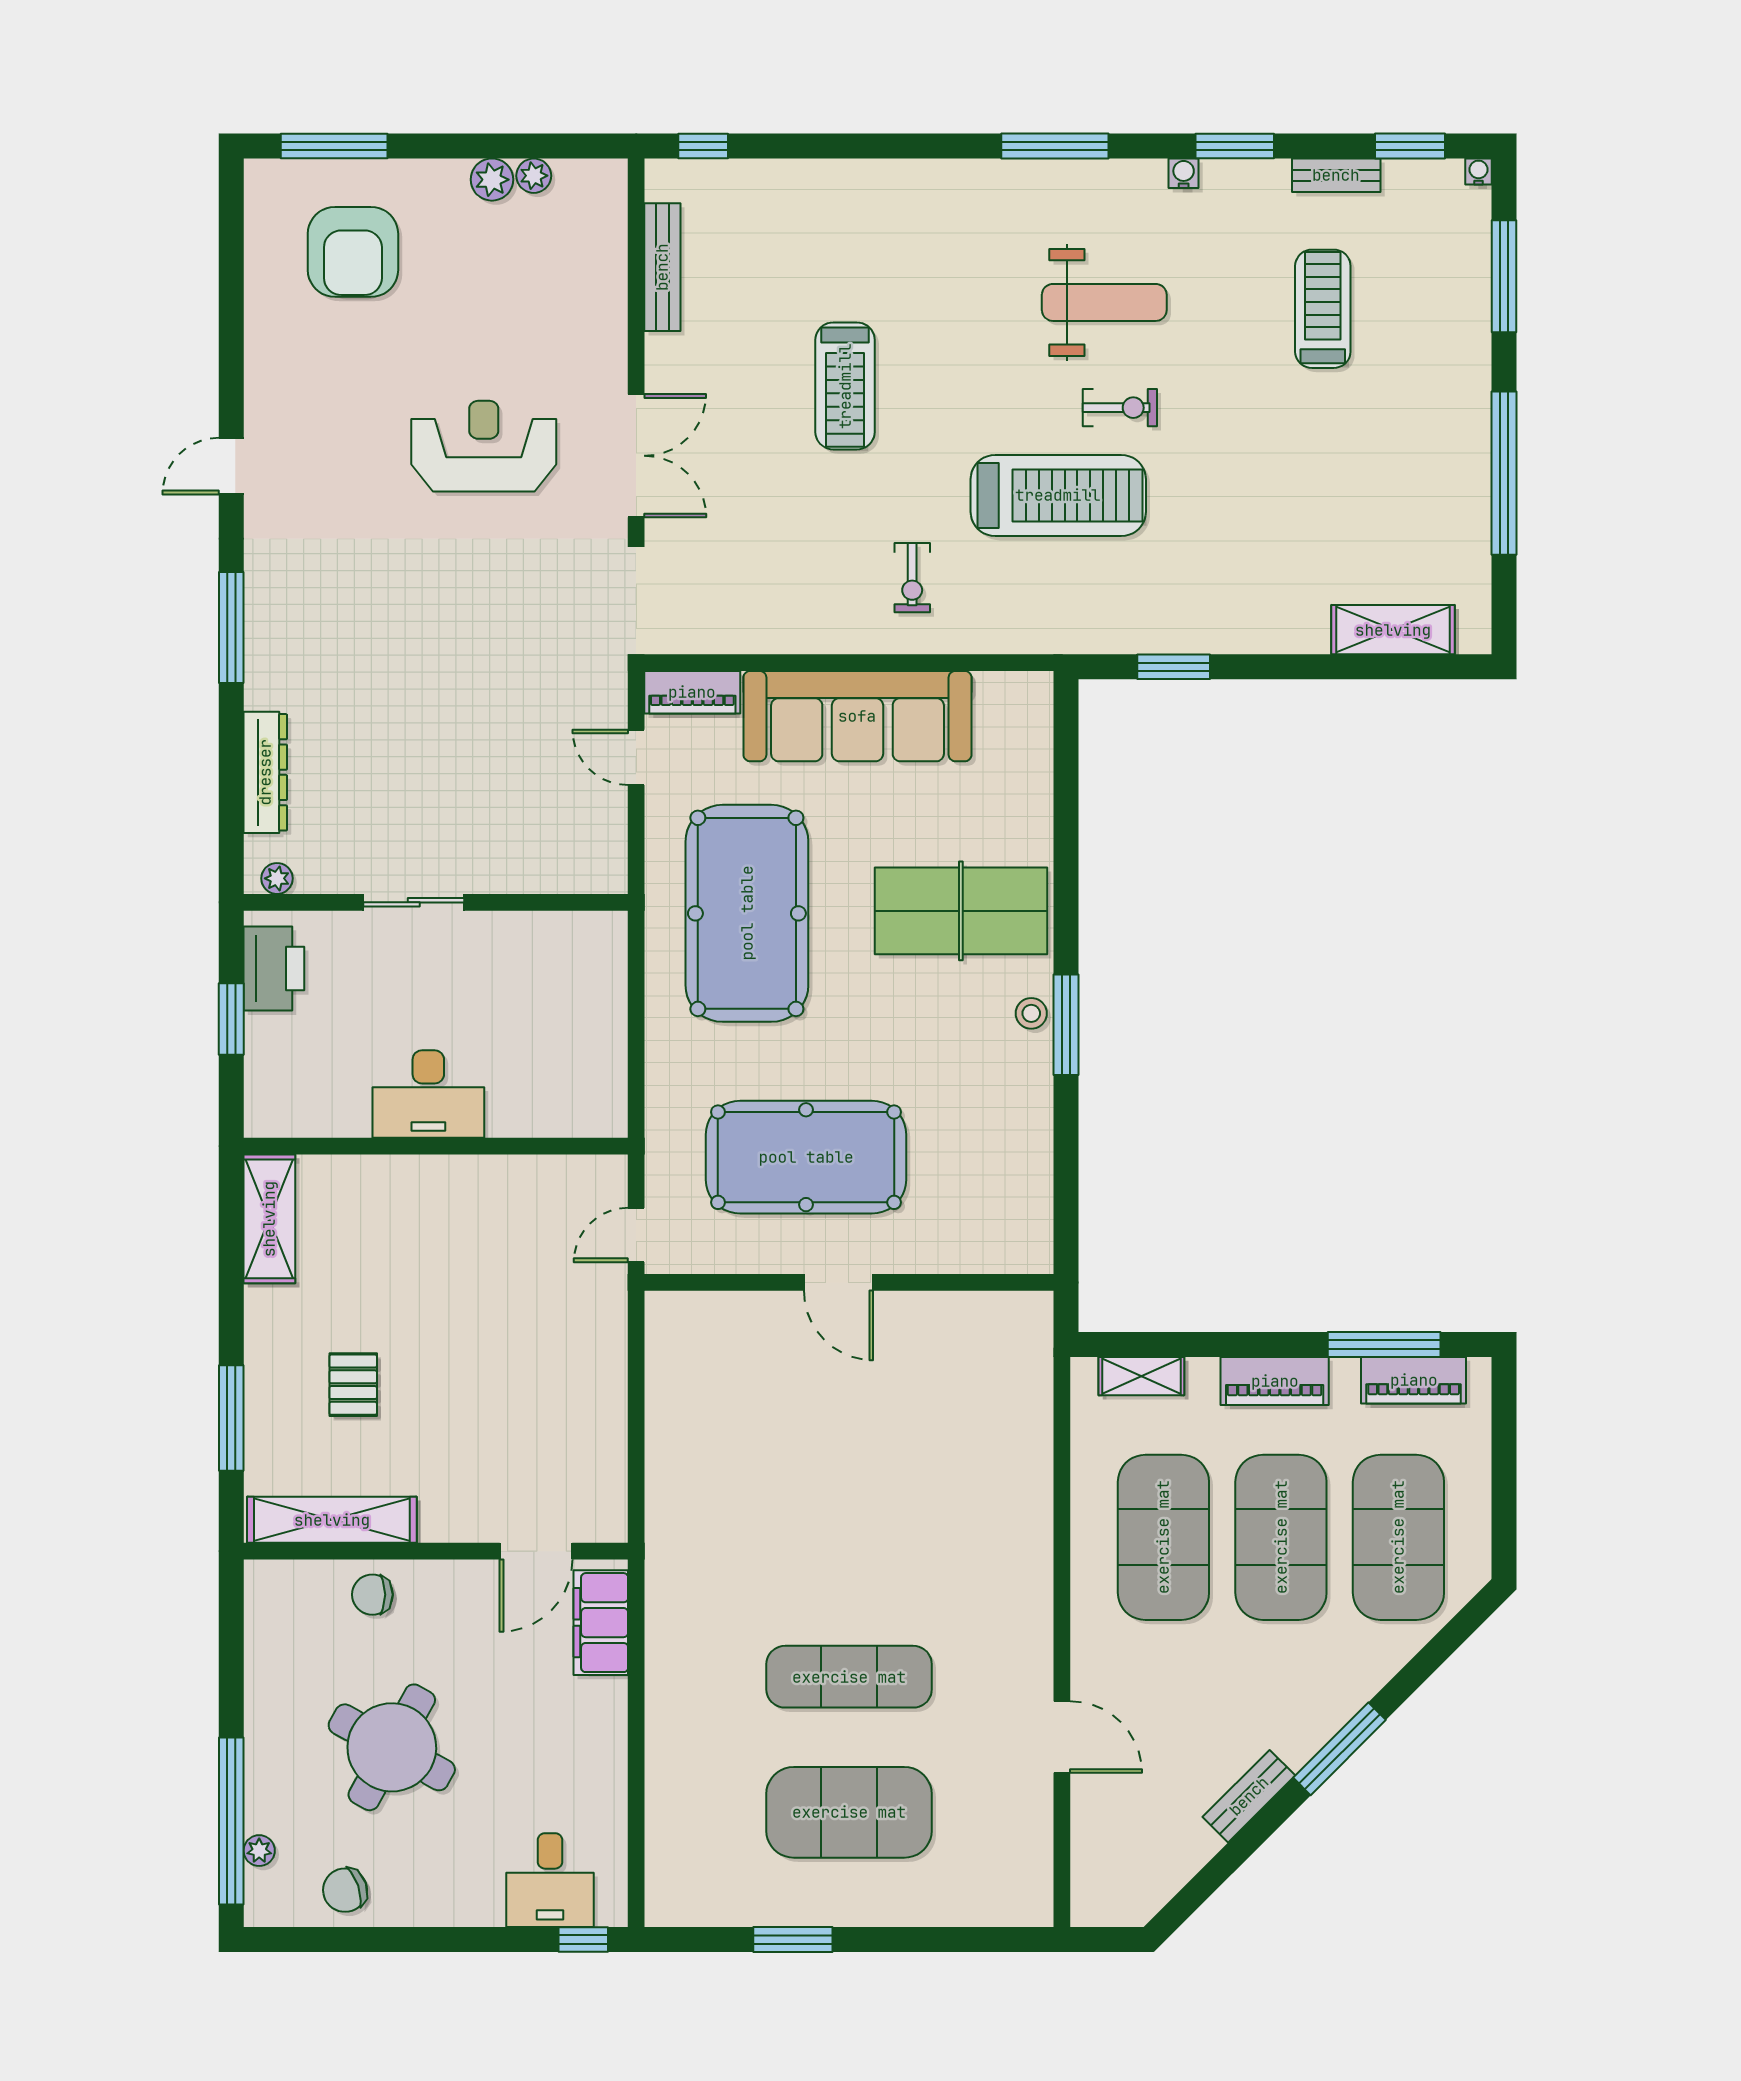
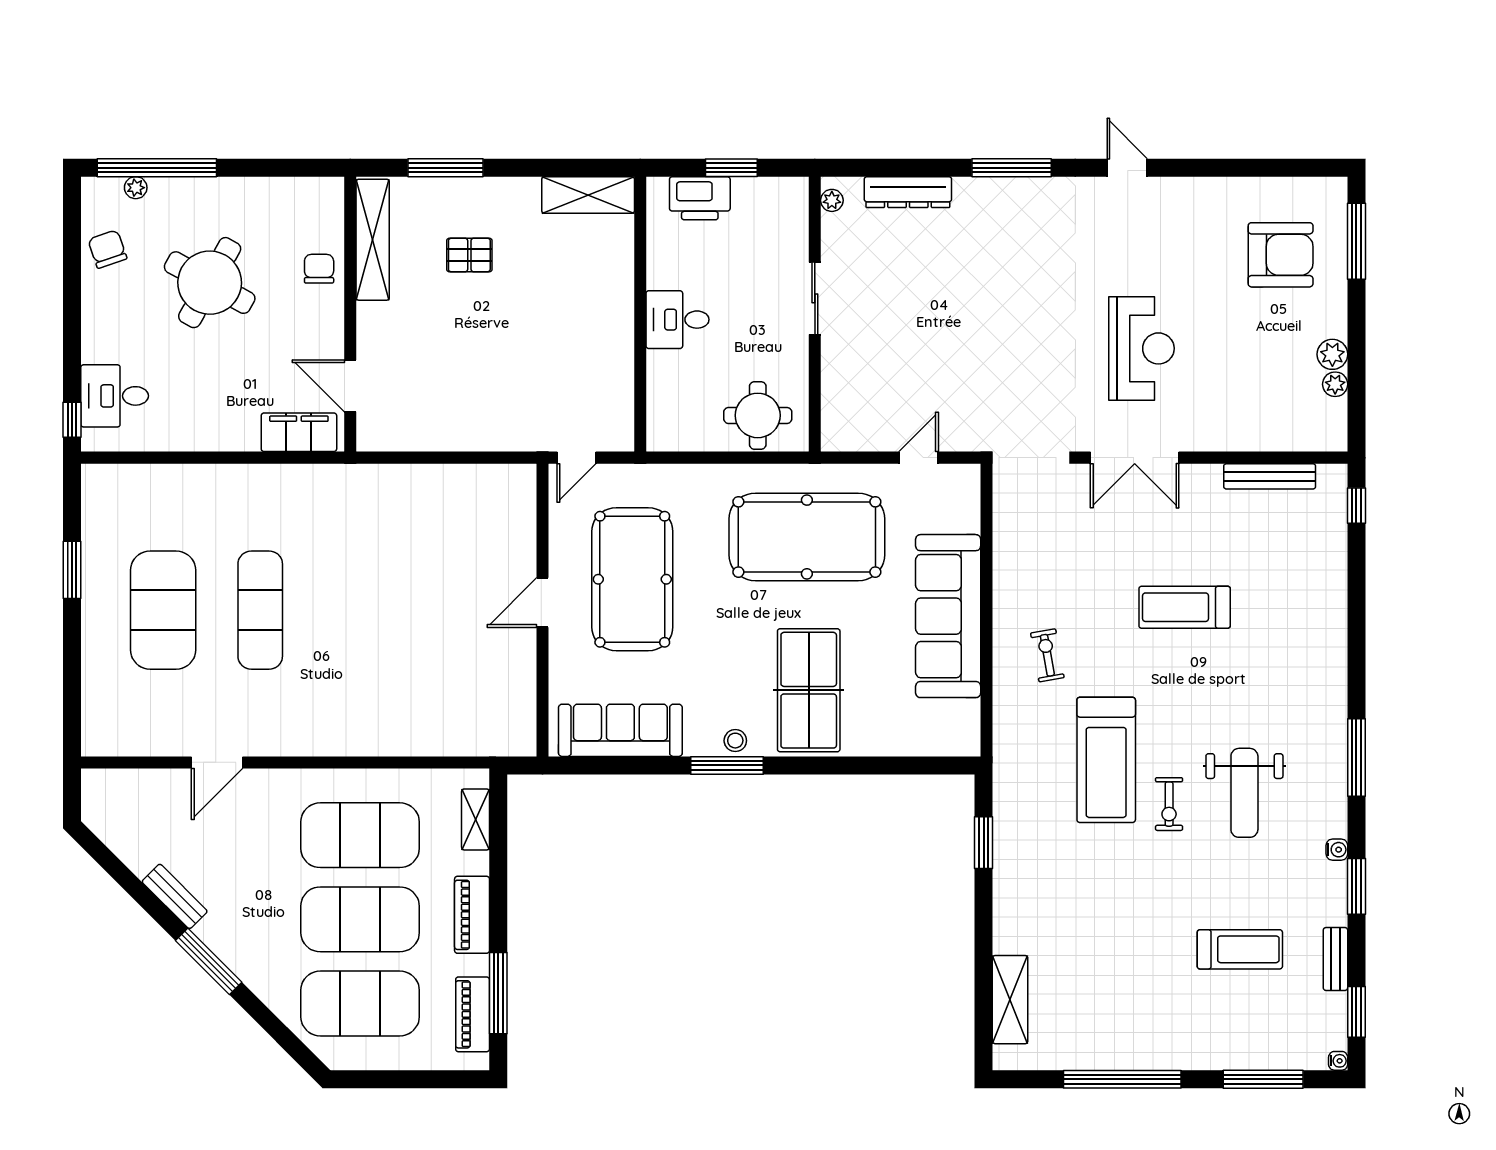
armchair: (353, 252) -> (1281, 255), turned 180
exercise bike: (912, 578) -> (1047, 655), turned 80
piano: (692, 692) -> (965, 498), removed
printer: (274, 969) -> (700, 198), moved
round table: (577, 982) -> (758, 415), added
desk: (428, 1094) -> (678, 320), width x0.73
sofa: (1017, 1174) -> (620, 730), added
door: (636, 1235) -> (577, 458), swing flipped

